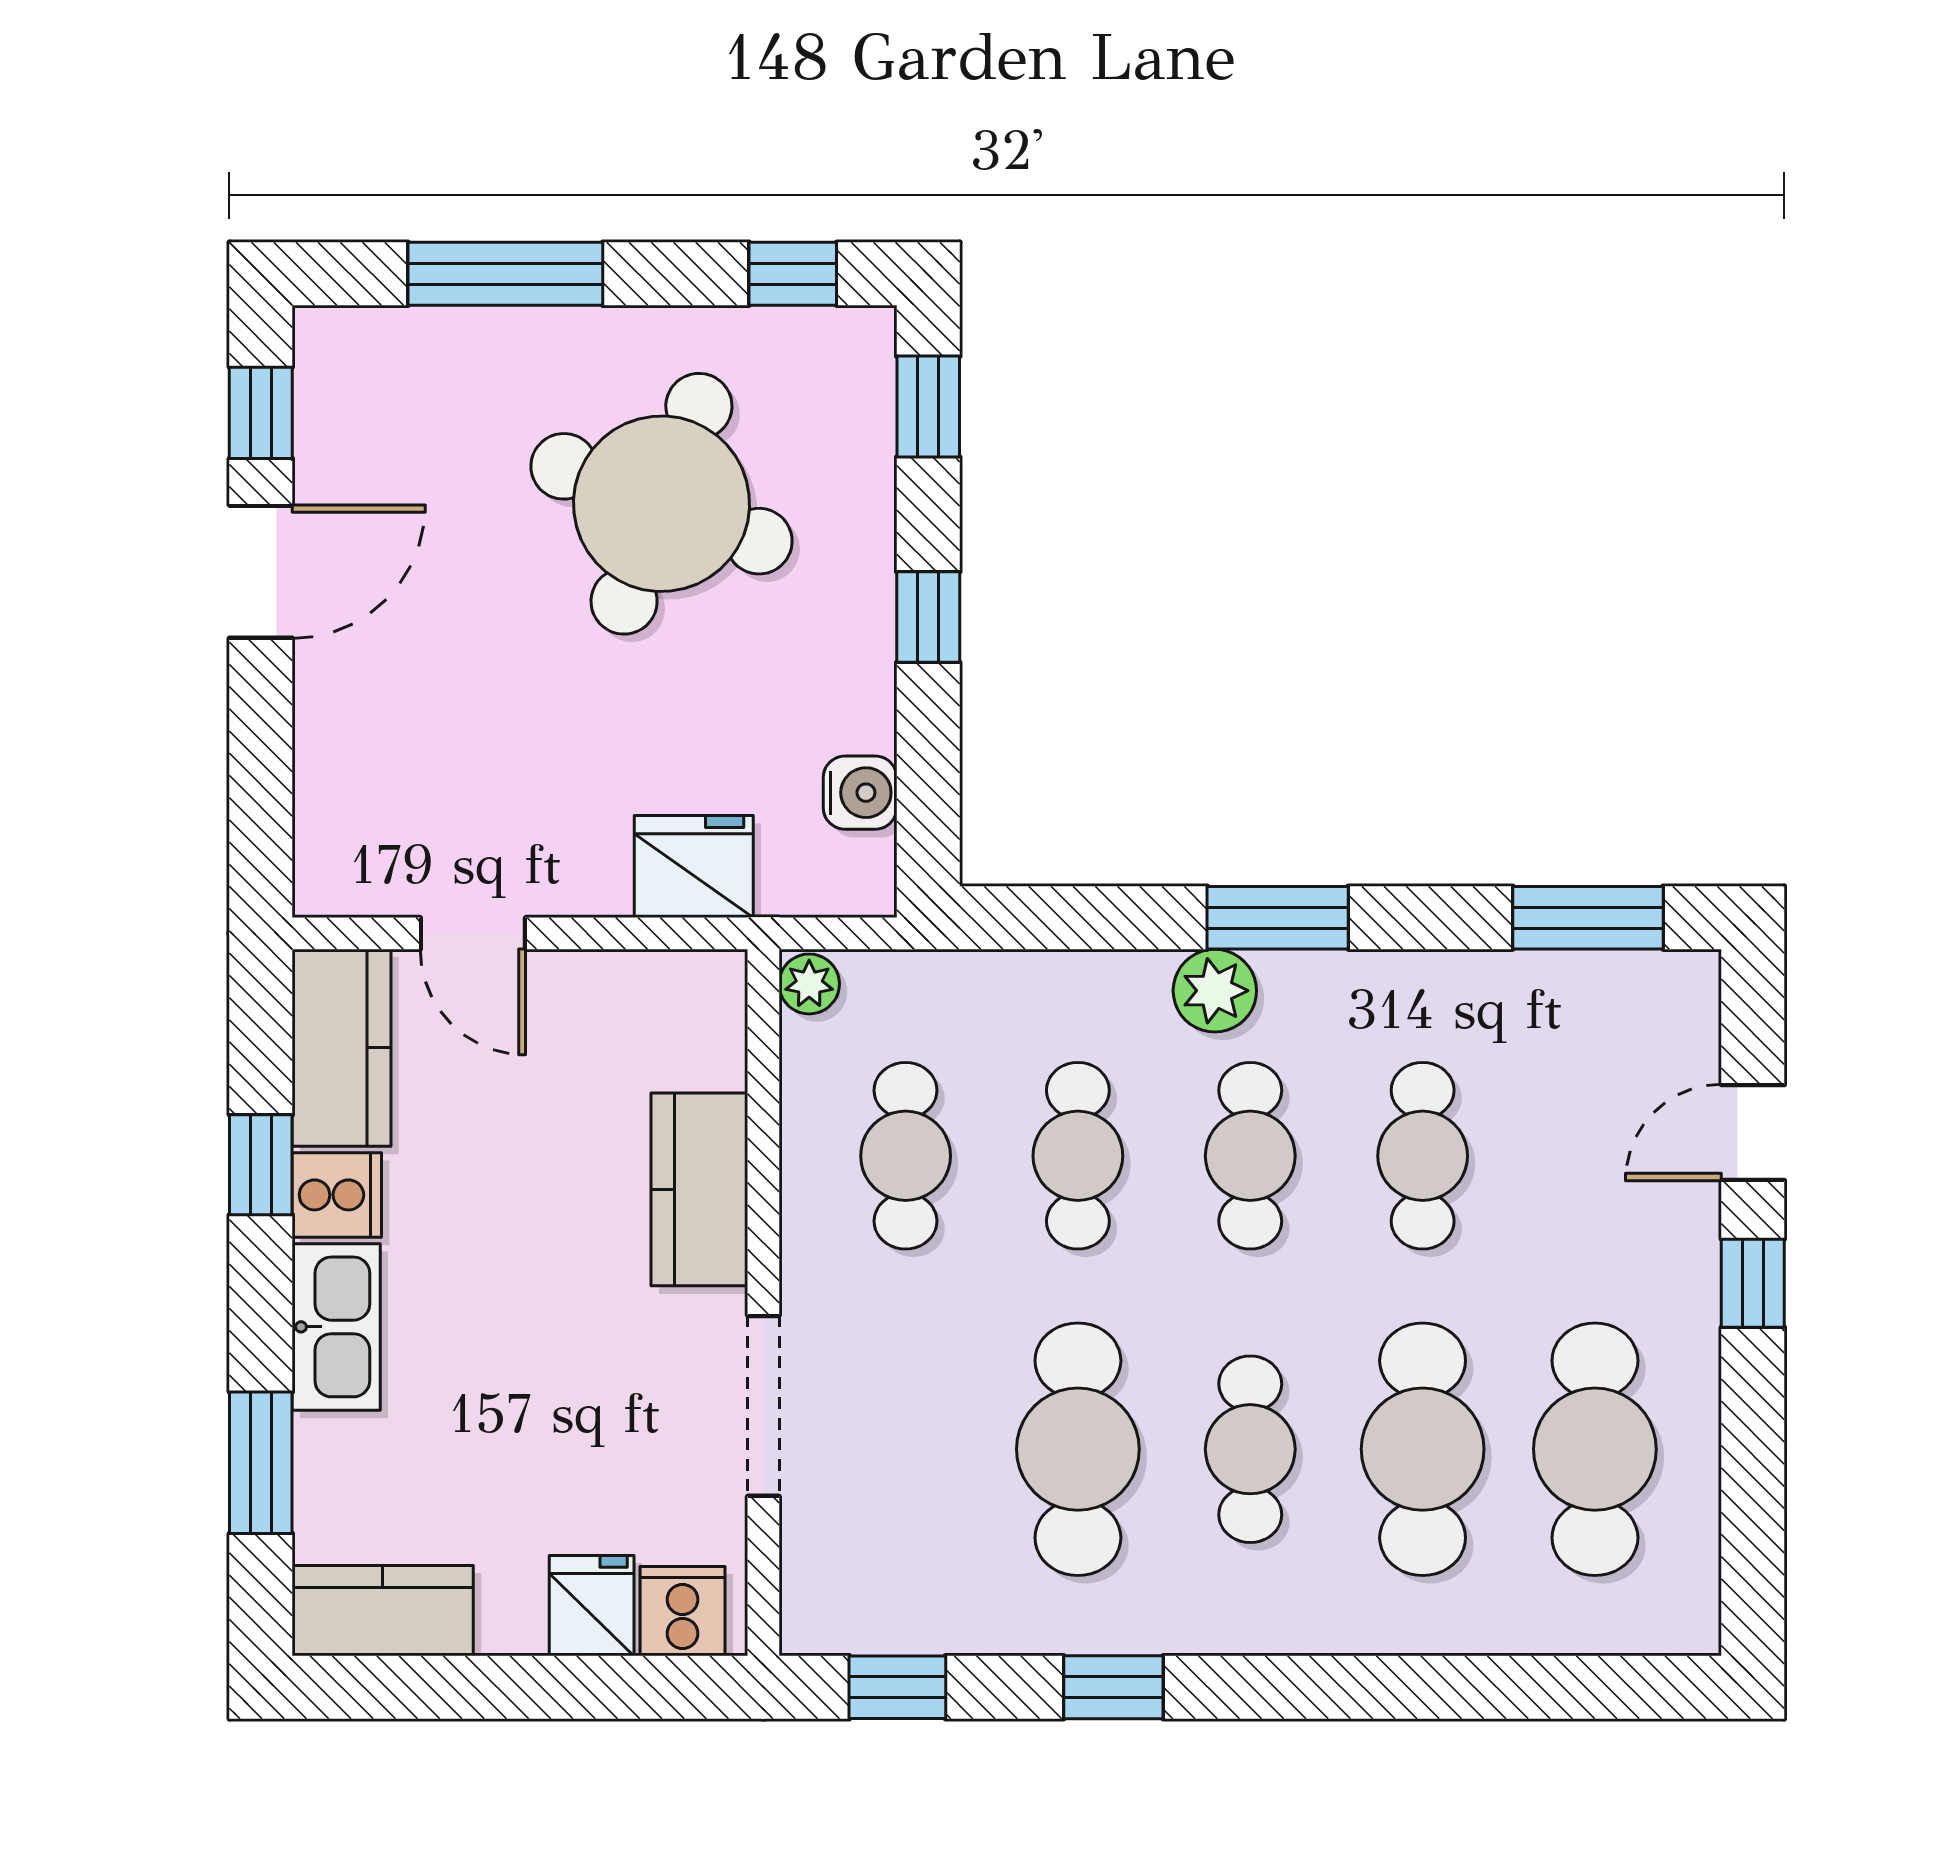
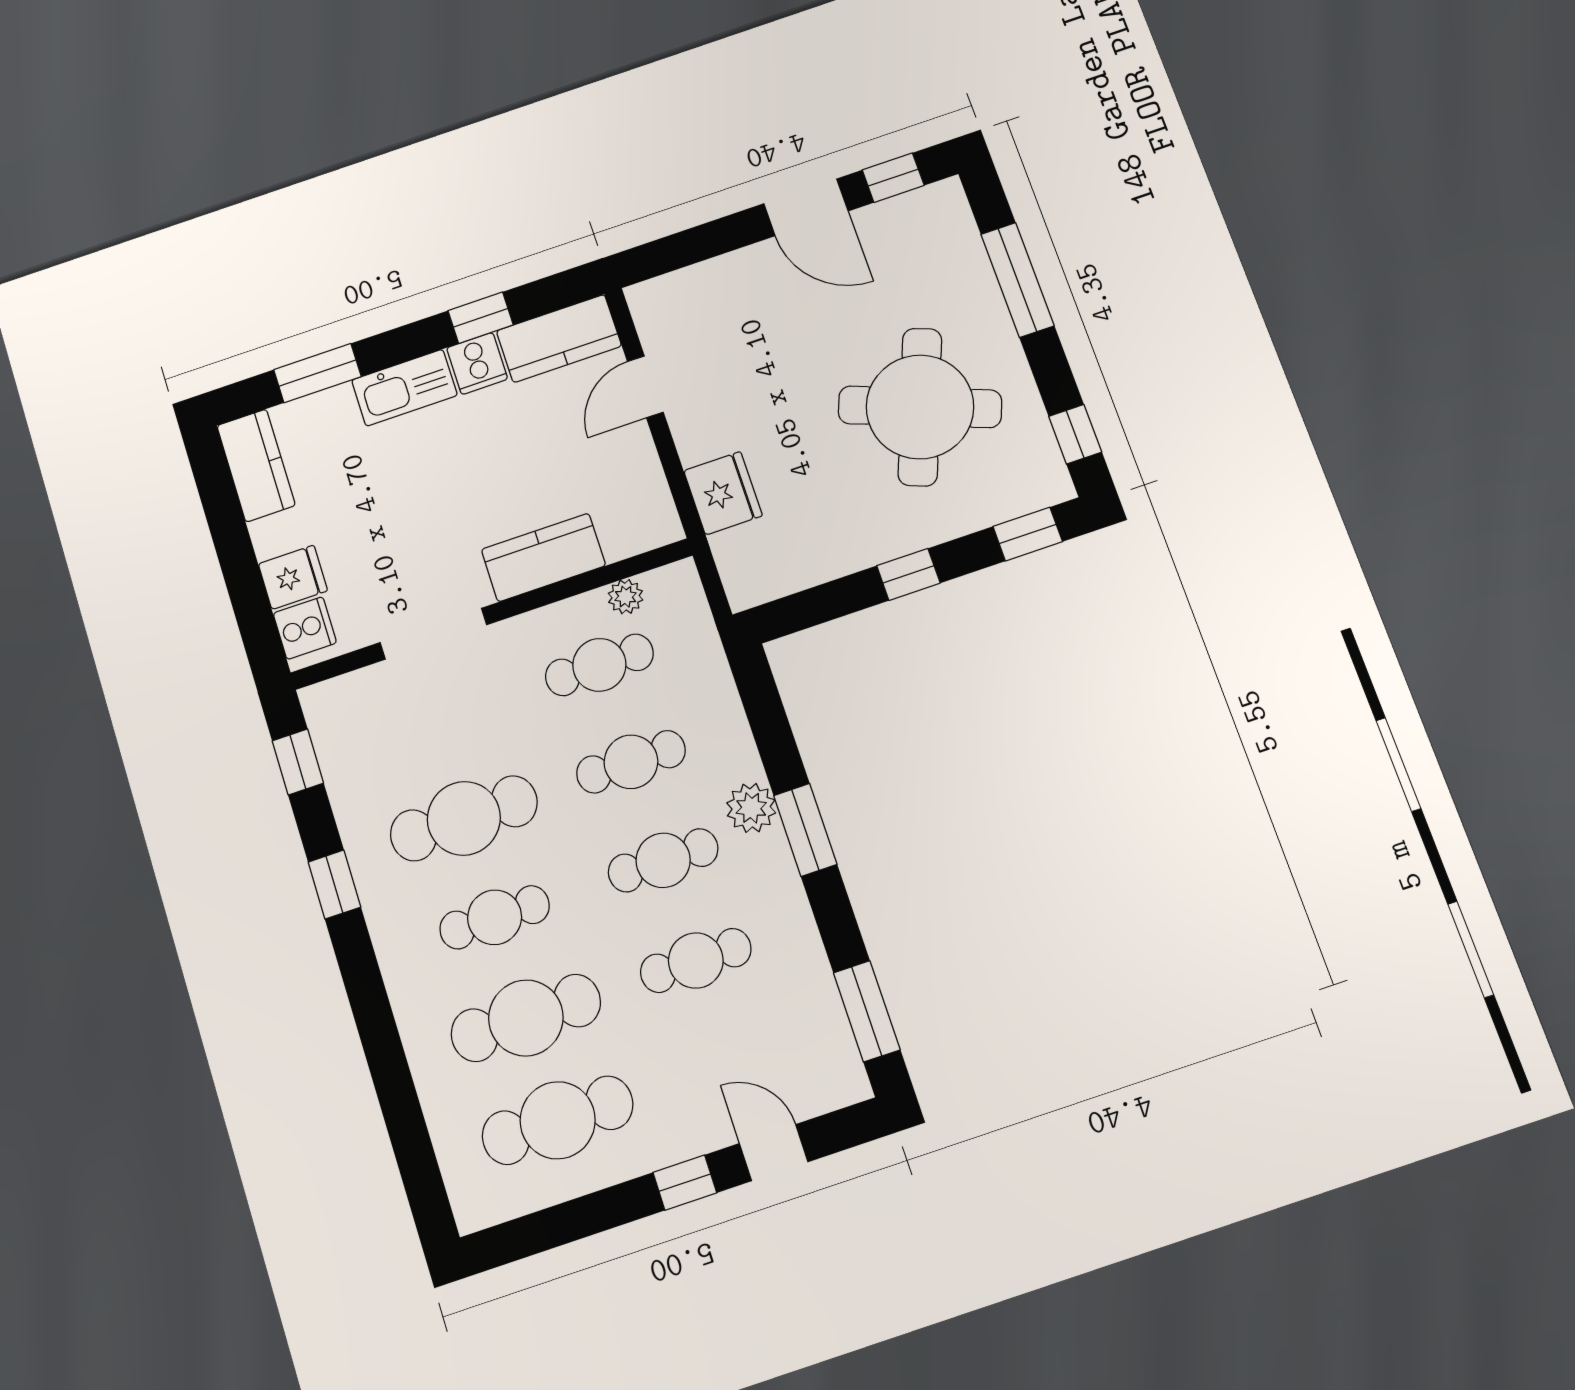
water cooler: (860, 793) -> (796, 570), removed
plant: (809, 984) -> (626, 597), moved

